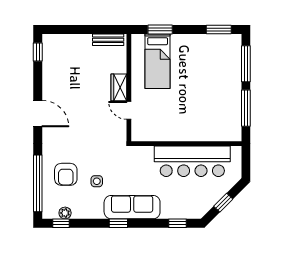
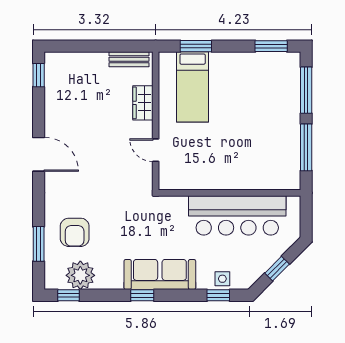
wardrobe: (119, 87) -> (143, 103), moved
side table: (97, 181) -> (222, 279), moved
window: (38, 183) -> (39, 244), width x0.47
plant: (65, 213) -> (80, 275), width x1.88, depth x1.88

